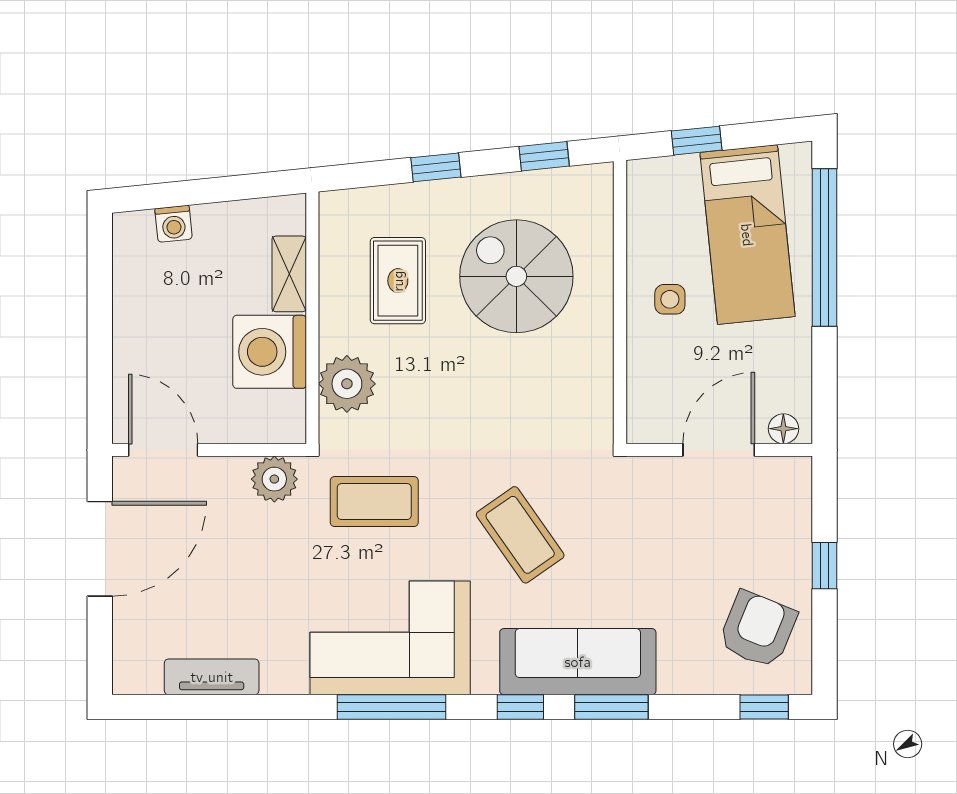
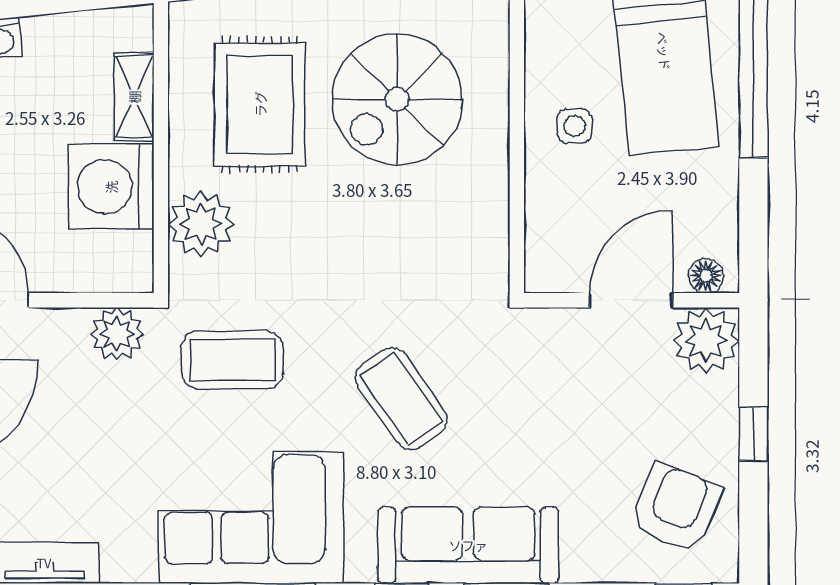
spiral stairs: (516, 276) -> (397, 99), turned -90
rug: (398, 281) -> (260, 104), width x1.36, depth x1.43
plant: (784, 485) -> (706, 340), added

